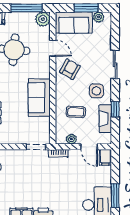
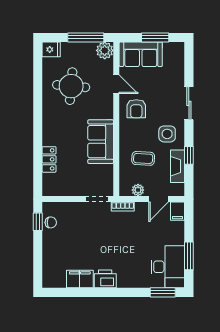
plant: (99, 17) -> (170, 48), removed
armchair: (70, 69) -> (136, 109), turned 151
door: (89, 147) -> (159, 199), hinge flipped

